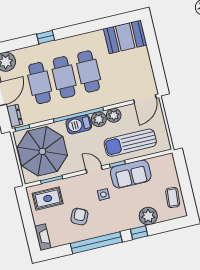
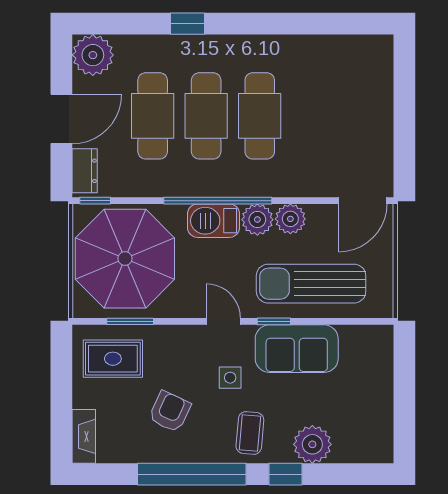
booth: (125, 37) -> (352, 62), removed
coffee table: (173, 198) -> (250, 433), moved

